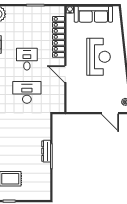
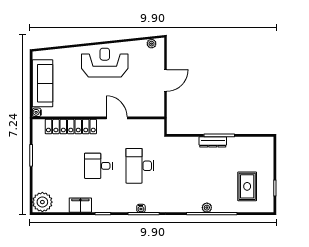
reception desk: (99, 57) -> (105, 63), moved
door: (65, 74) -> (117, 118), swing flipped
door: (110, 113) -> (166, 80), moved

